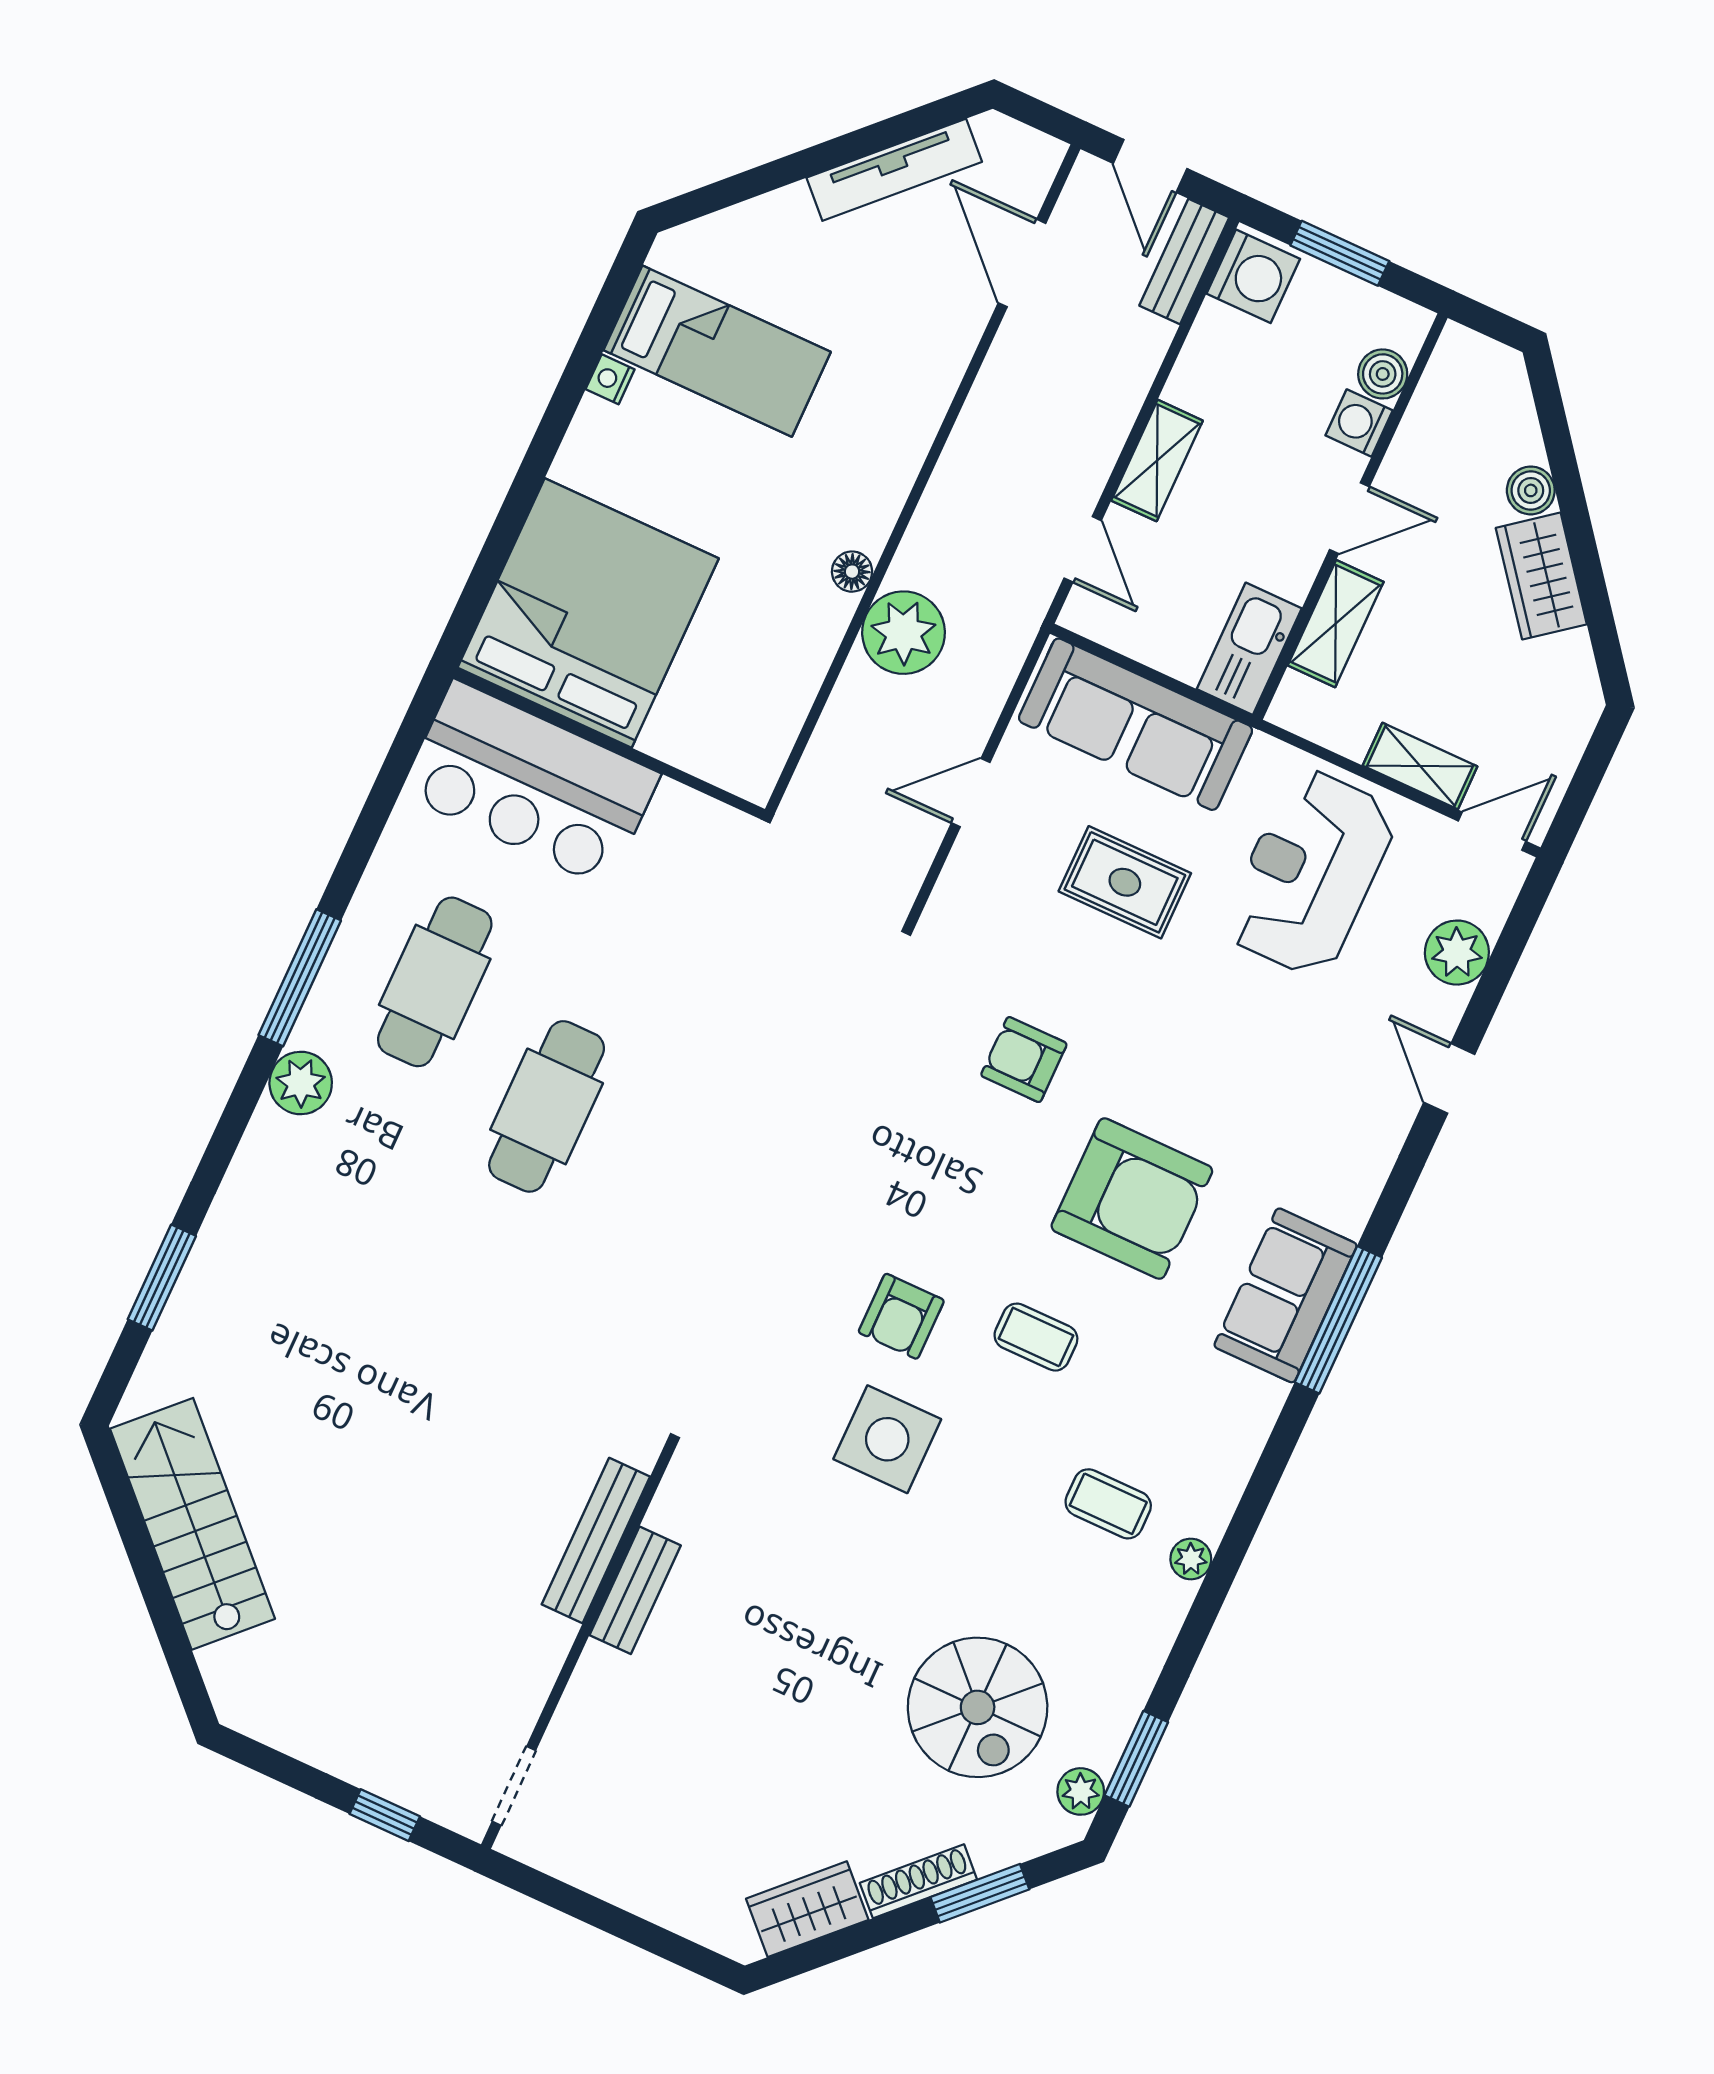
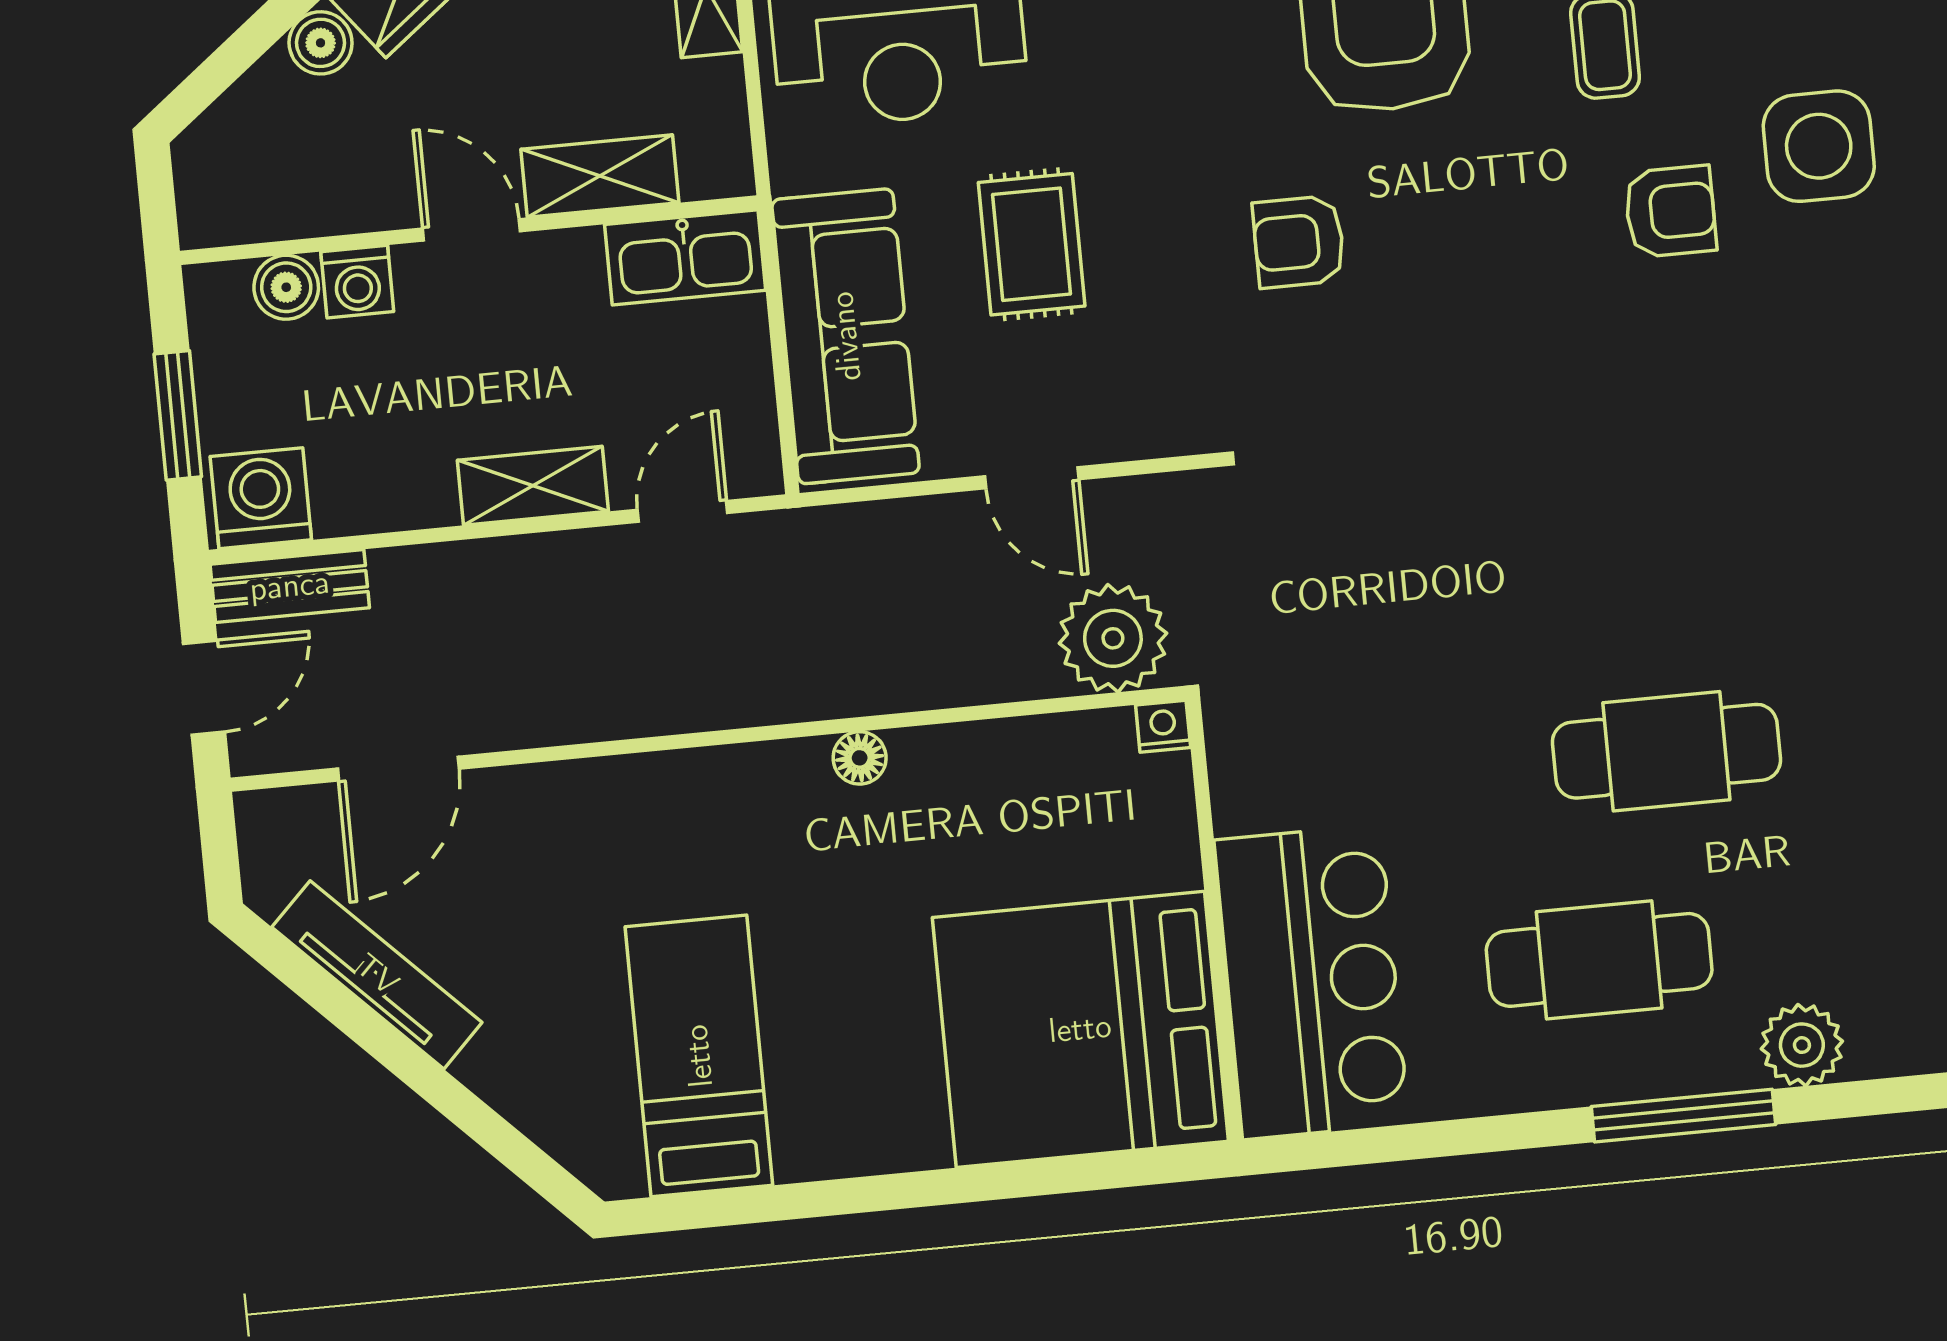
nightstand: (610, 379) -> (1163, 726), moved, turned 180
plant: (904, 633) -> (1113, 638), moved
armchair: (1024, 1060) -> (1299, 242), turned 90

